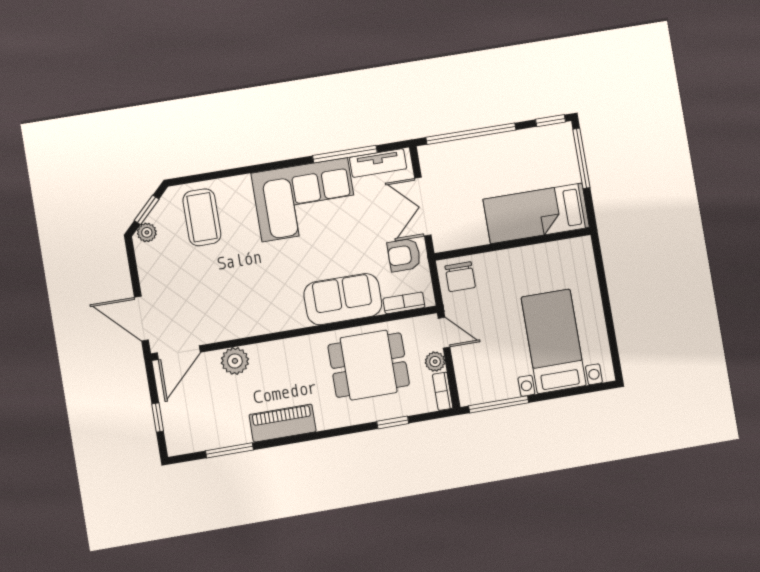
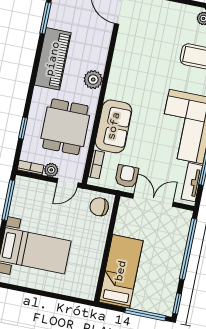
plant: (235, 361) -> (93, 80), moved
piano: (283, 423) -> (53, 59), width x1.37, depth x1.33

